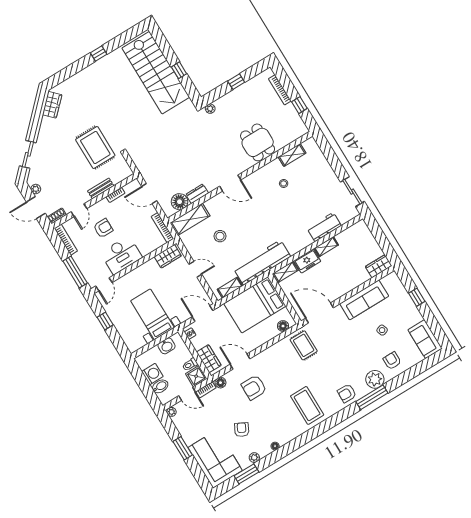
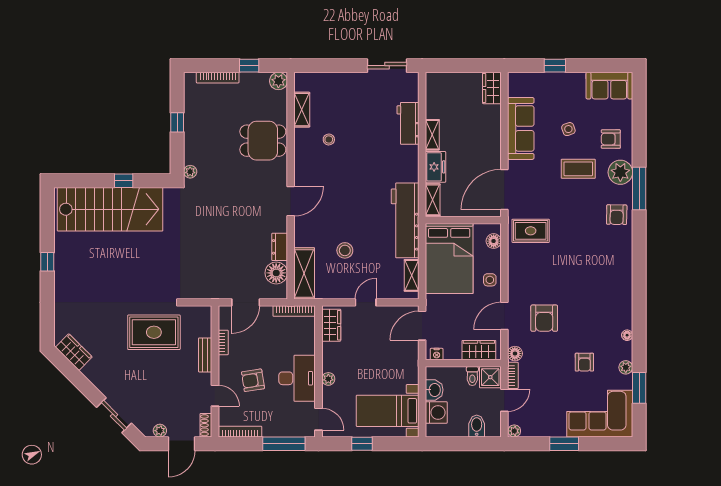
plant: (301, 129) -> (278, 81), added
armchair: (103, 228) -> (253, 380), turned -99
plant: (133, 275) -> (328, 379), added
bed with nightstands: (152, 314) -> (388, 411), moved
side table: (257, 339) -> (490, 280), added
washing machine: (152, 374) -> (436, 412), moved, turned 90
coffee table: (307, 405) -> (578, 169), moved, width x0.73, depth x0.76
armchair: (242, 430) -> (584, 362), turned -117

